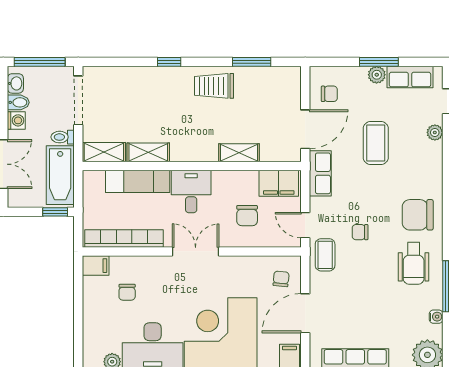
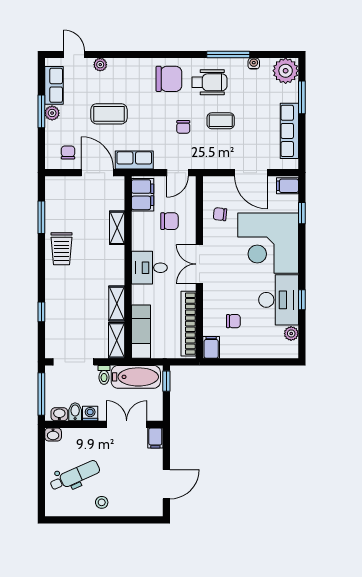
window: (169, 62) -> (41, 312), moved
exam couch: (138, 181) -> (141, 332), moved
chair: (418, 215) -> (169, 79), turned -90
coffee table: (325, 255) -> (221, 121), moved
chair: (281, 279) -> (220, 214), moved

